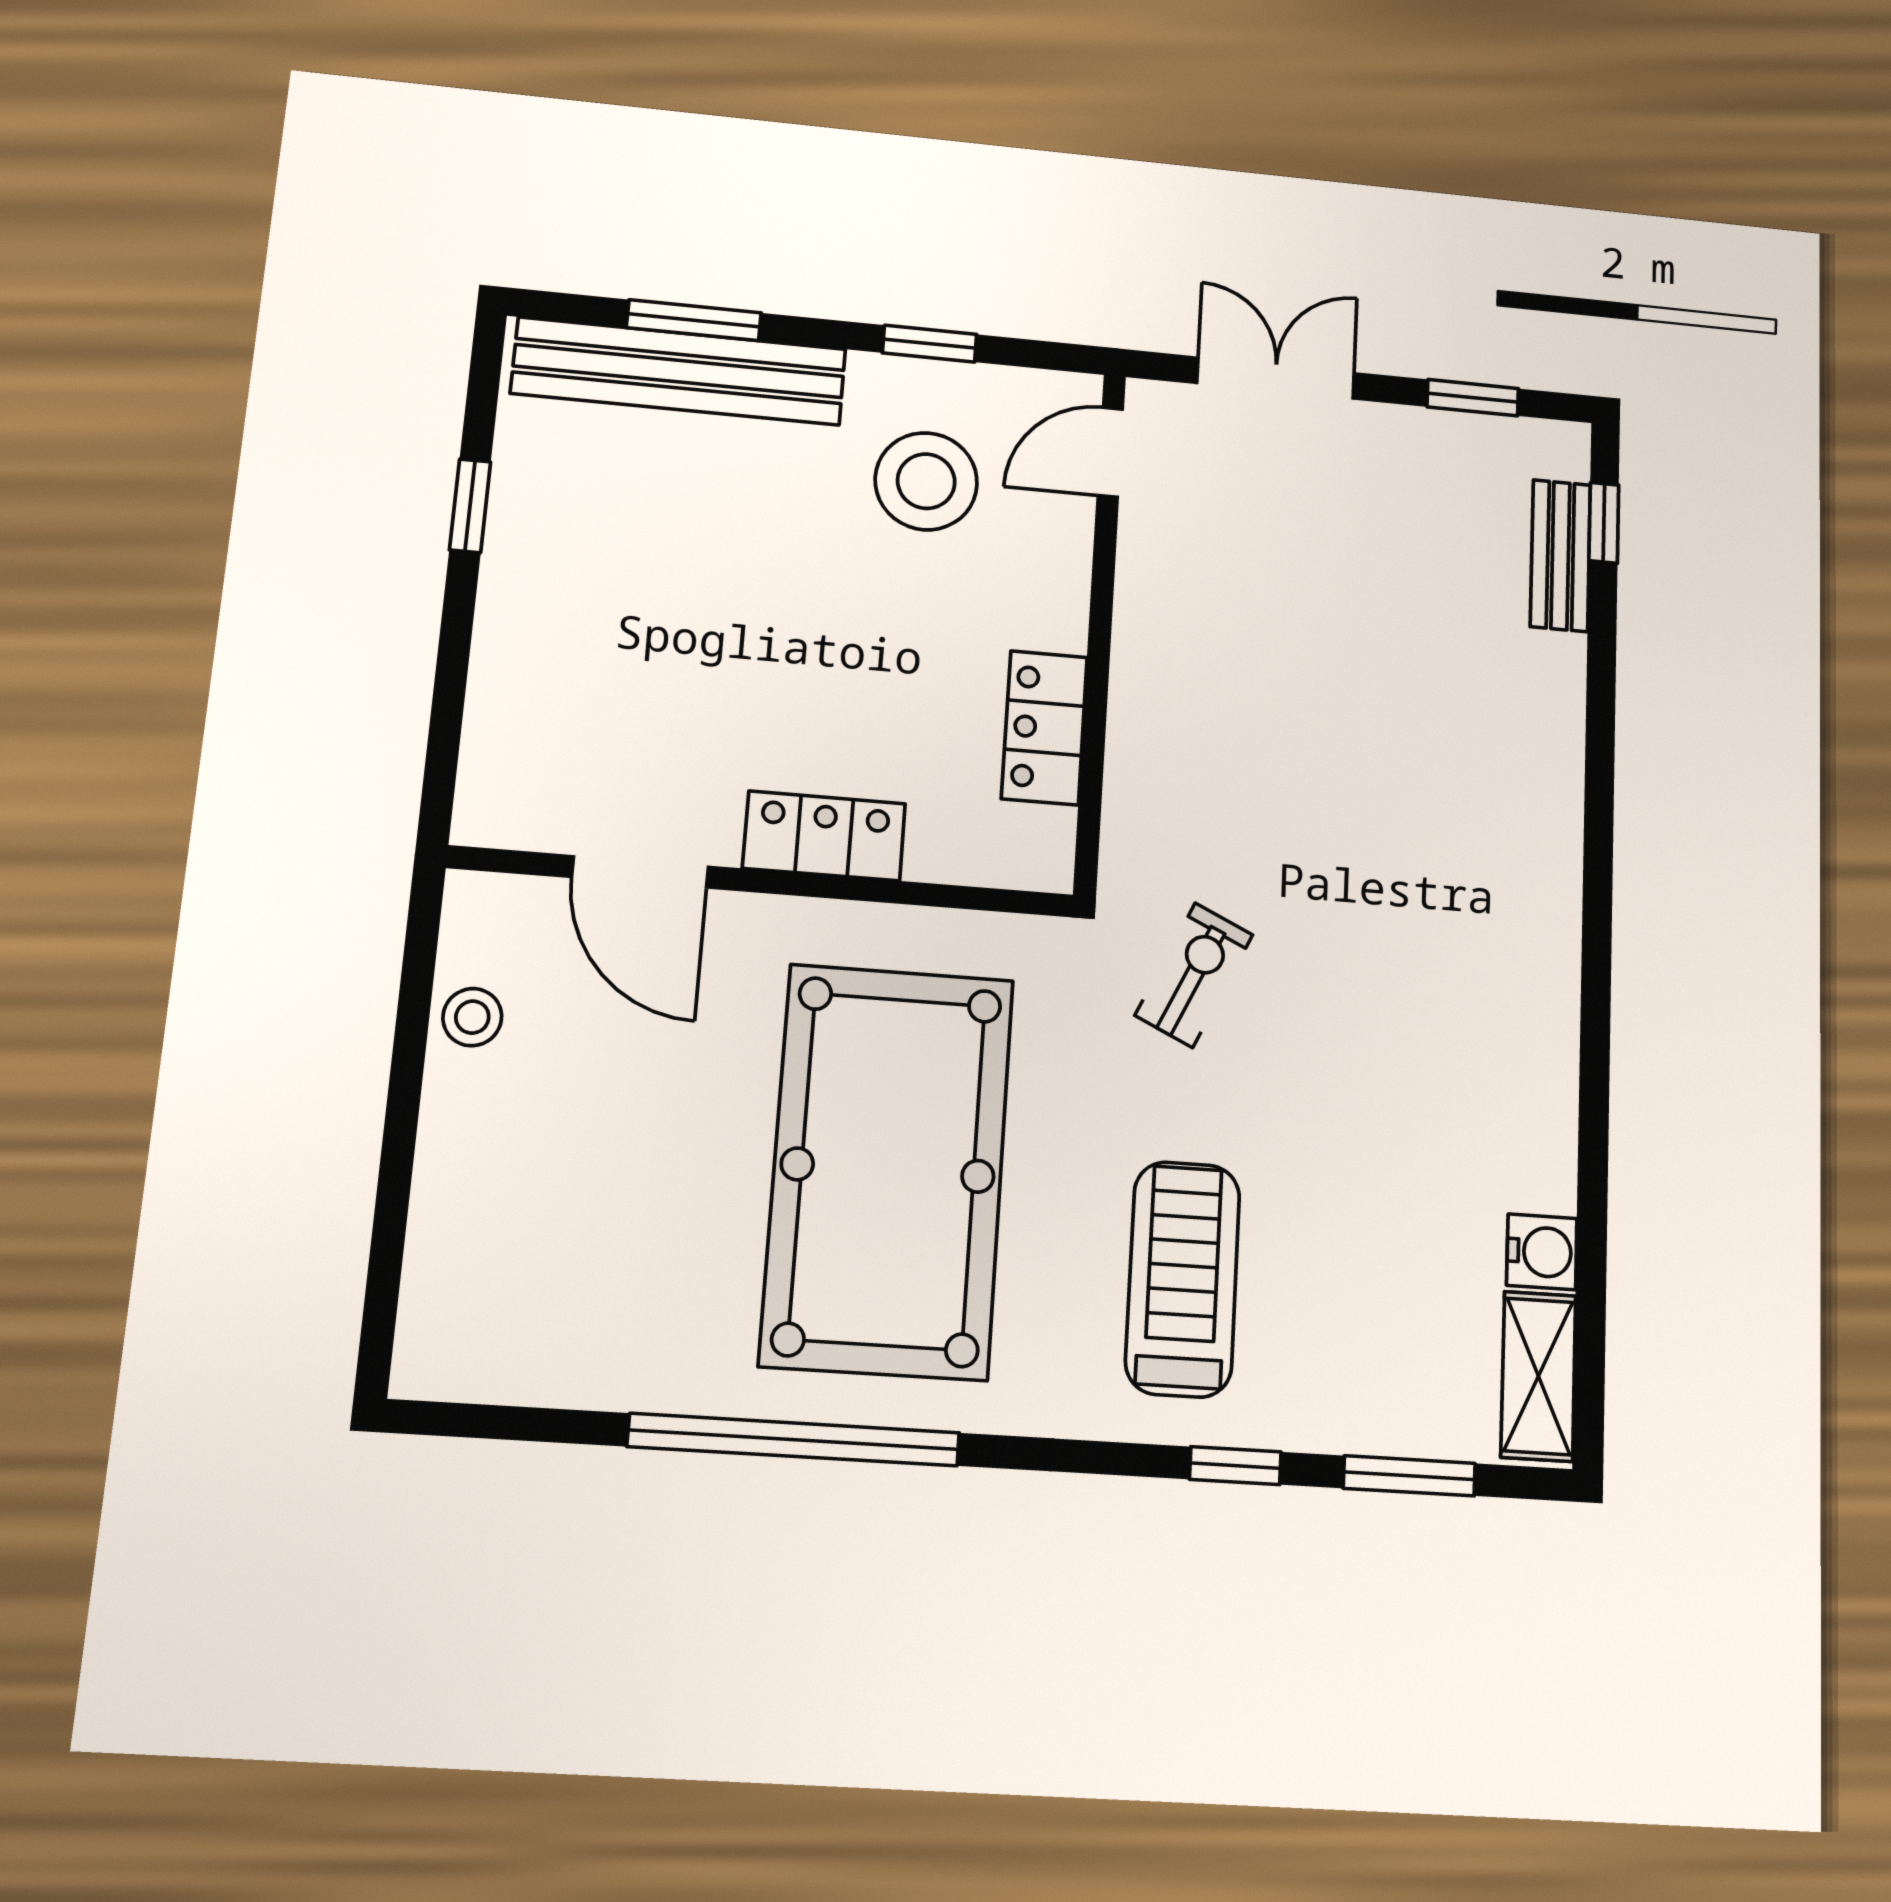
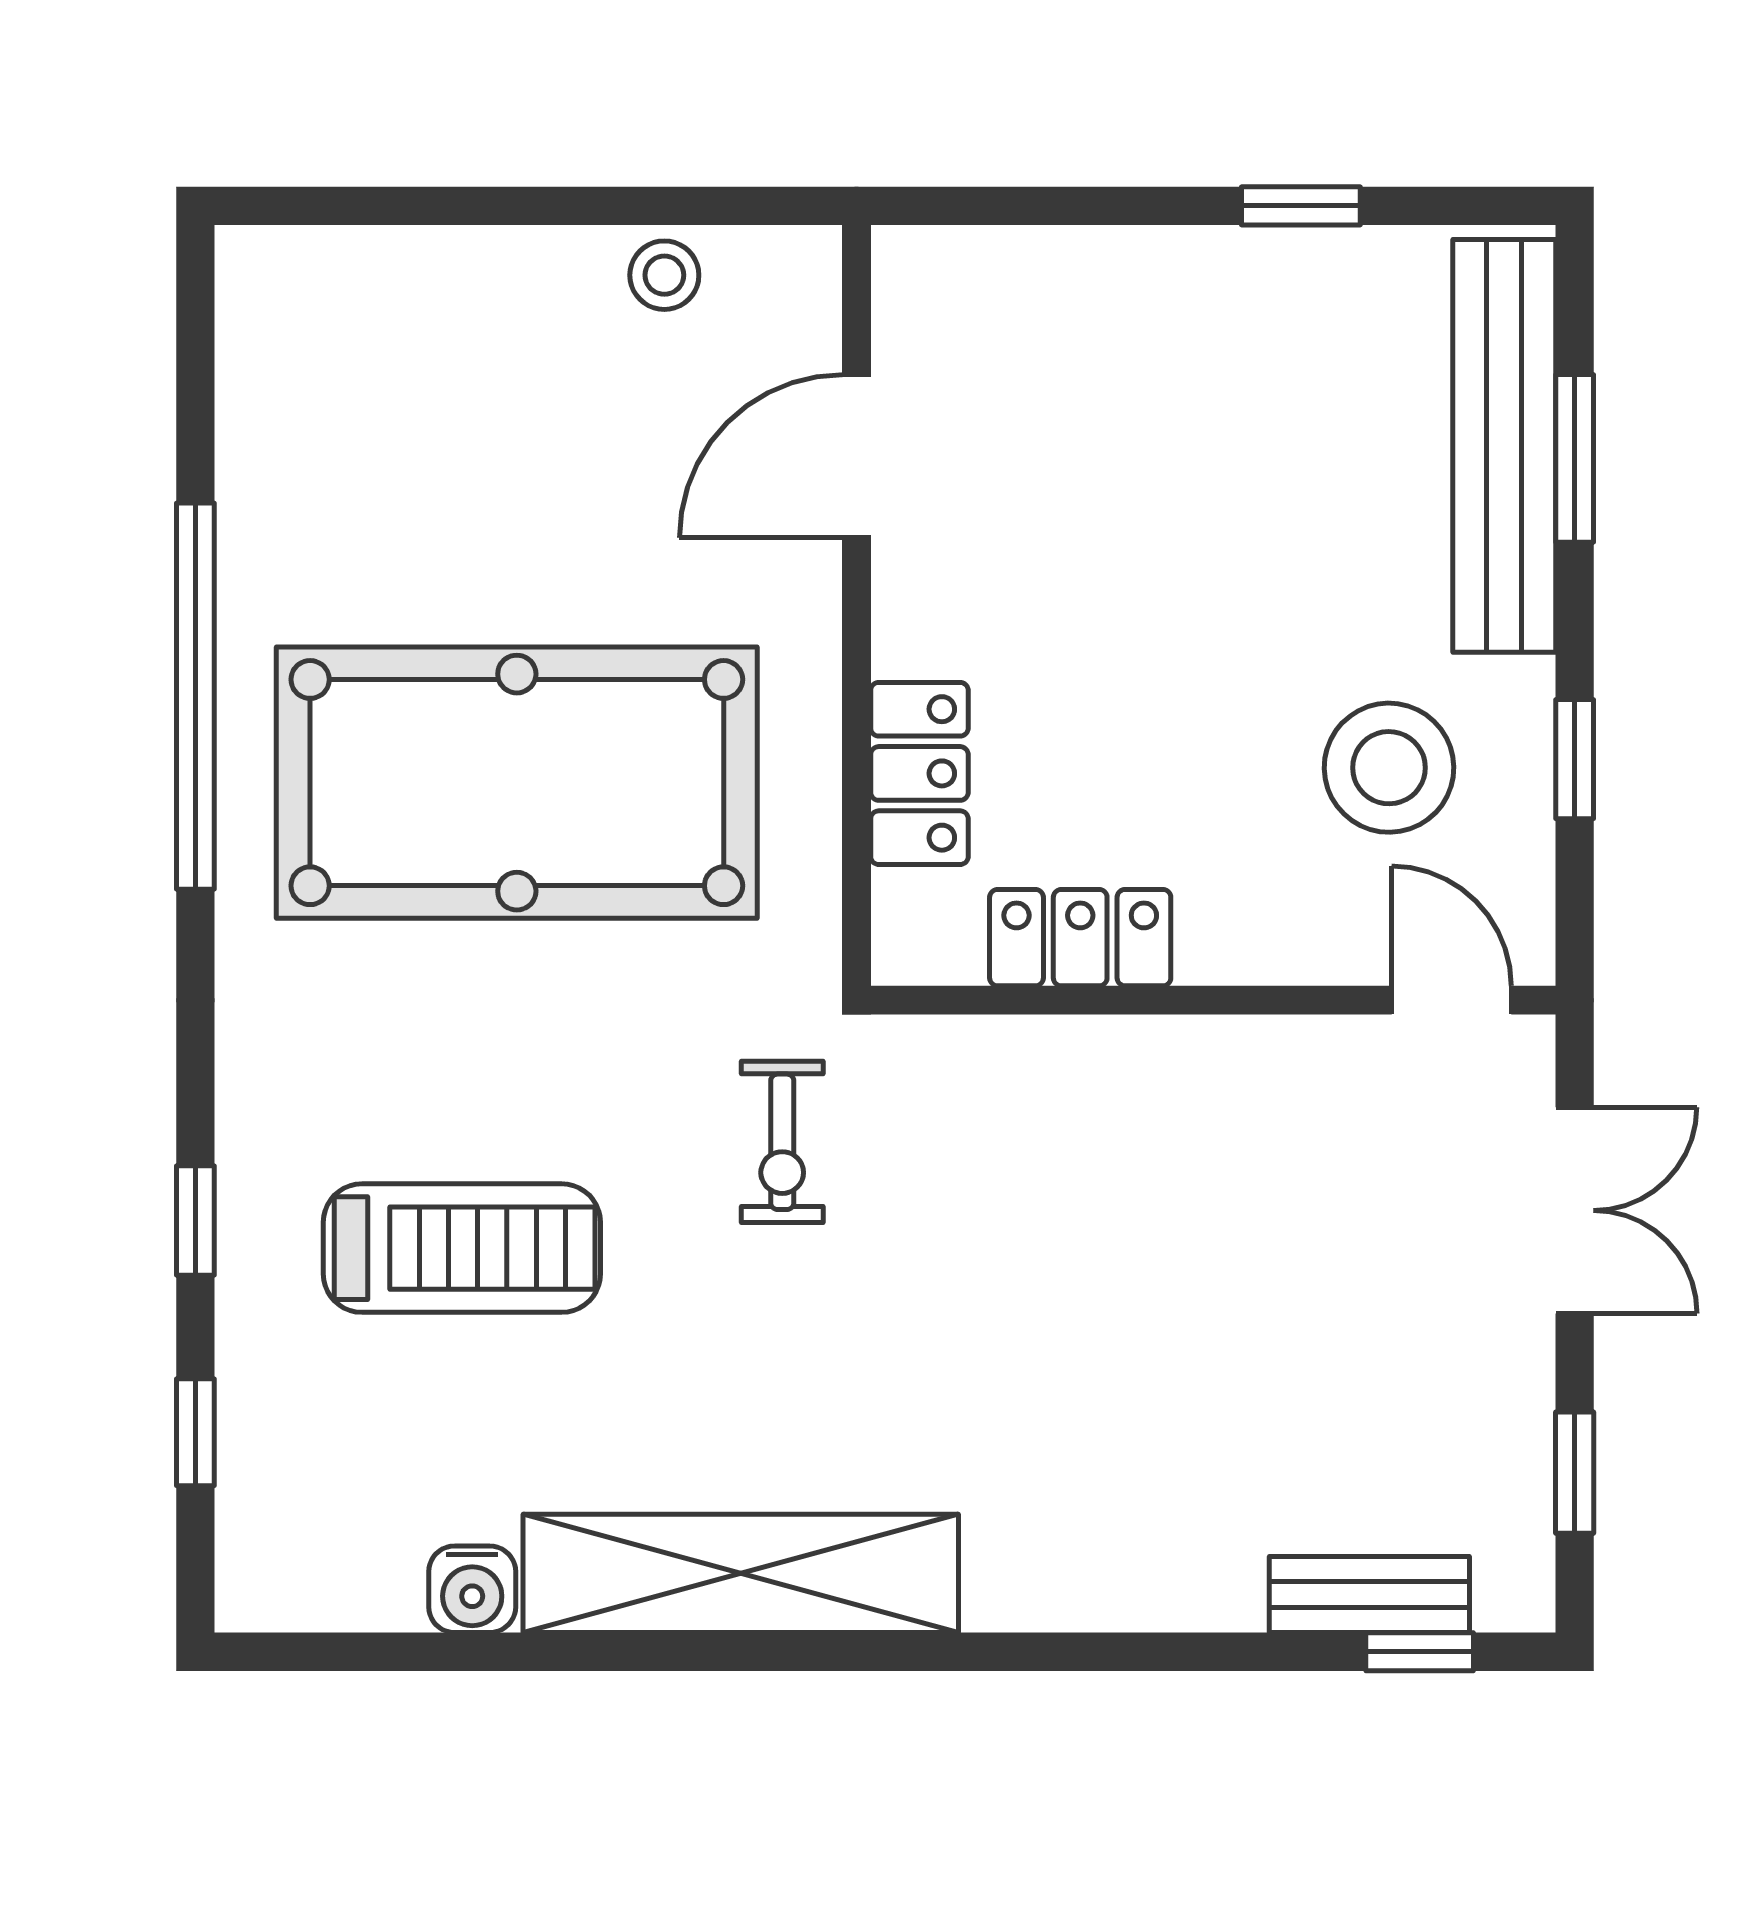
locker: (824, 836) -> (919, 773), moved
exercise bike: (1194, 975) -> (782, 1142), turned 65
treadmill: (1183, 1279) -> (462, 1248), moved
shelving: (1538, 1376) -> (741, 1573), moved, width x2.20, depth x1.33
window: (1409, 1476) -> (195, 1432), width x0.67

